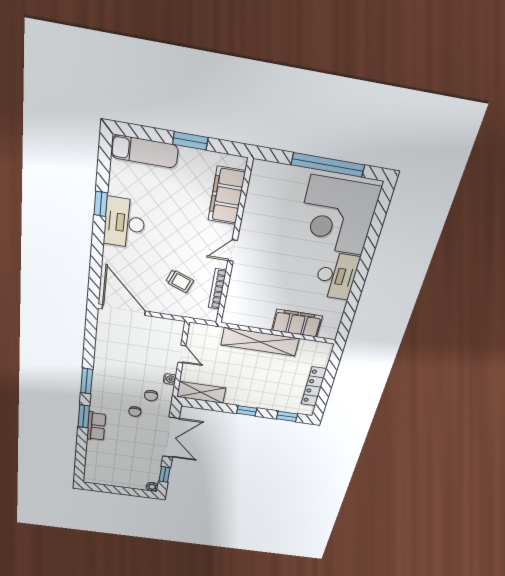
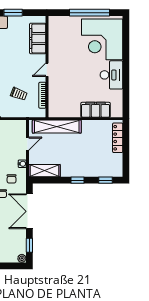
shelving: (260, 342) -> (57, 127), moved
door: (182, 354) -> (27, 144), hinge flipped
locker: (314, 386) -> (118, 138), moved
double door: (171, 437) -> (29, 211), swing flipped

